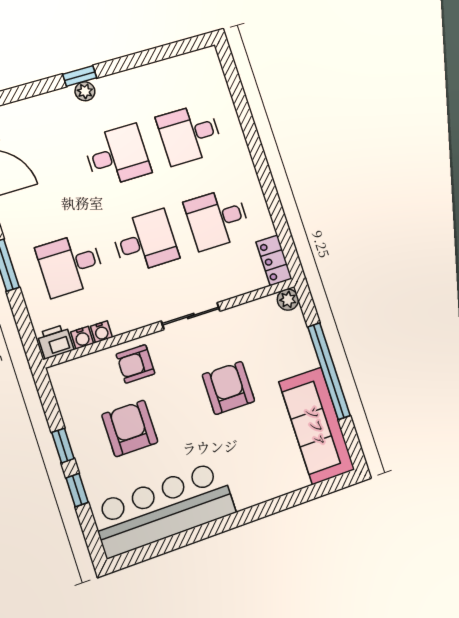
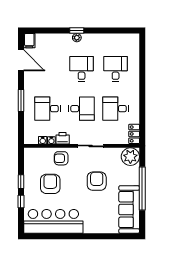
desk: (190, 134) -> (116, 69), turned 90
desk: (117, 156) -> (82, 69), turned -90
plant: (288, 300) -> (130, 157), width x1.88, depth x1.88
printer: (55, 342) -> (63, 138), moved

